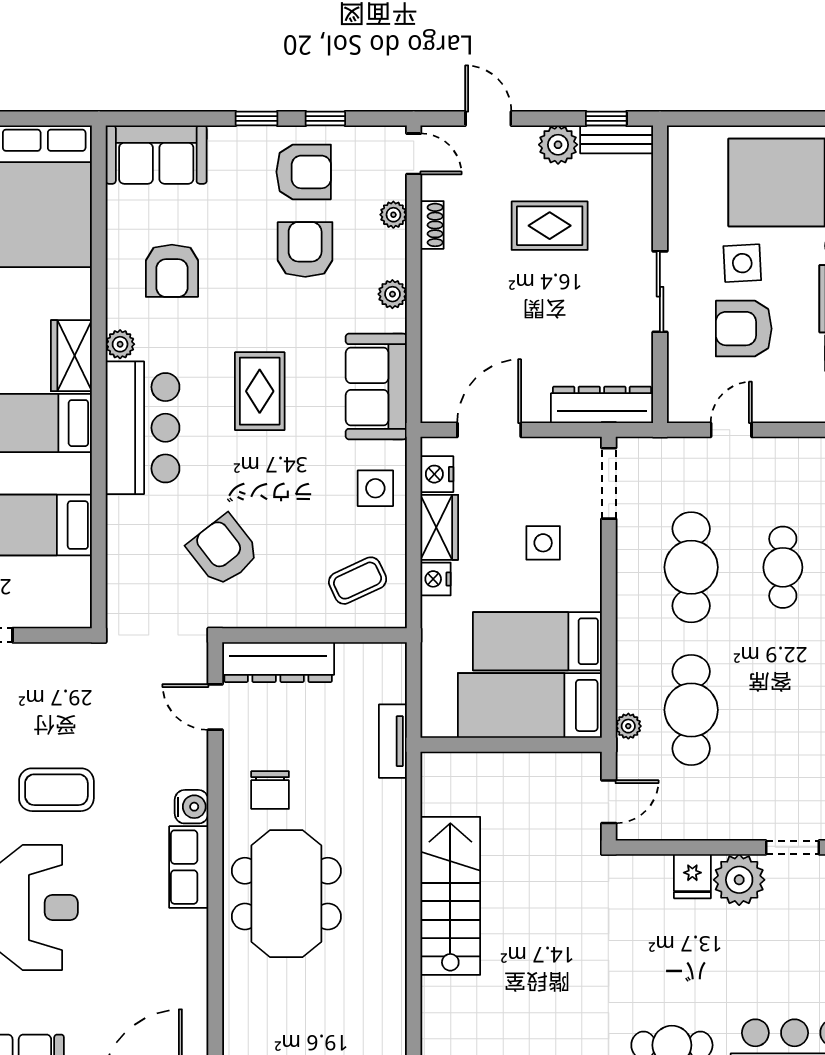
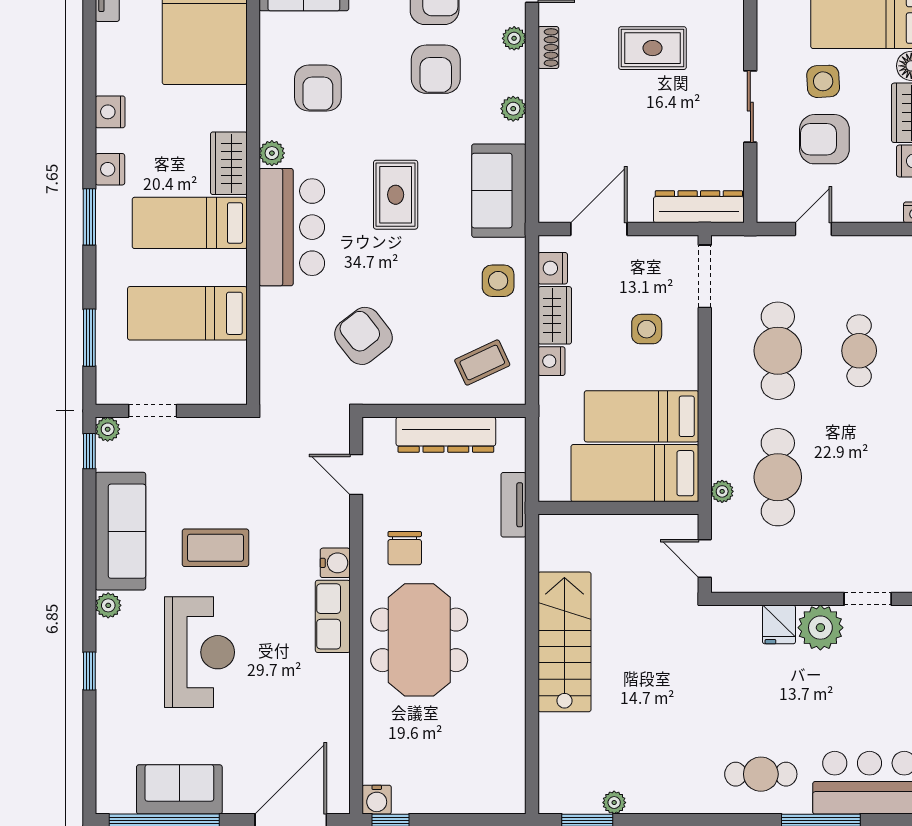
armchair: (305, 249) -> (436, 69), turned 180
dresser: (278, 662) -> (446, 435), moved
door: (609, 802) -> (705, 558), swing flipped

